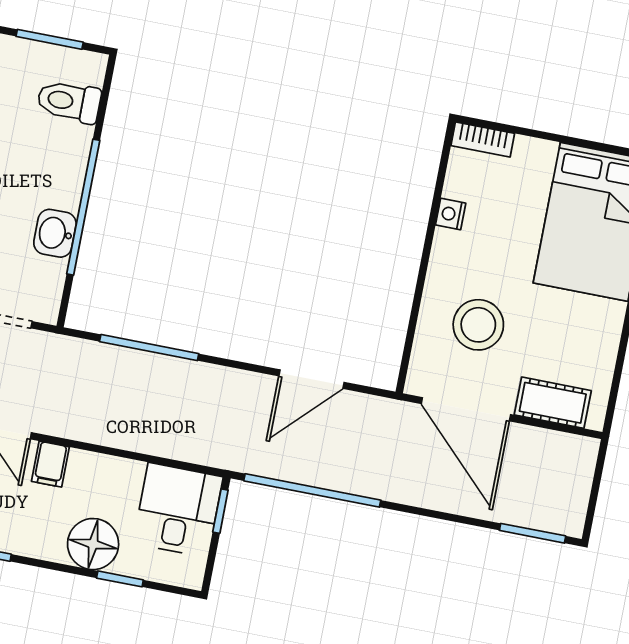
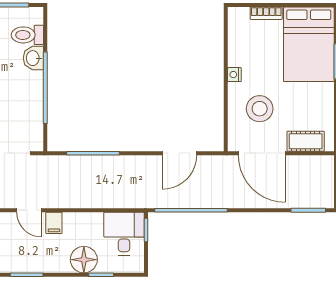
bookcase: (483, 140) -> (266, 13), moved
nightstand: (451, 214) -> (234, 75), moved
washbasin: (55, 233) -> (33, 58), moved

